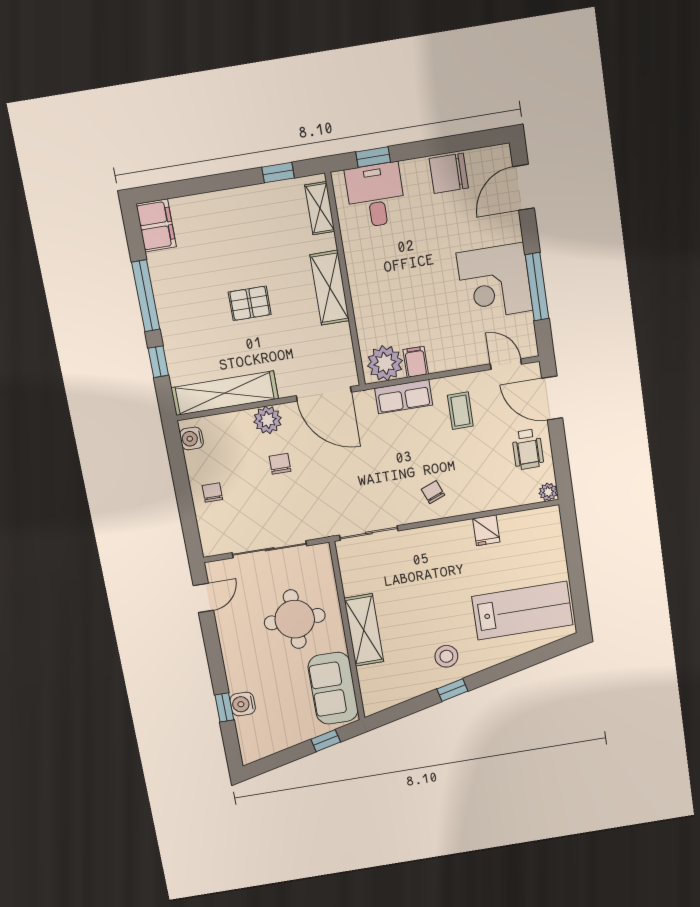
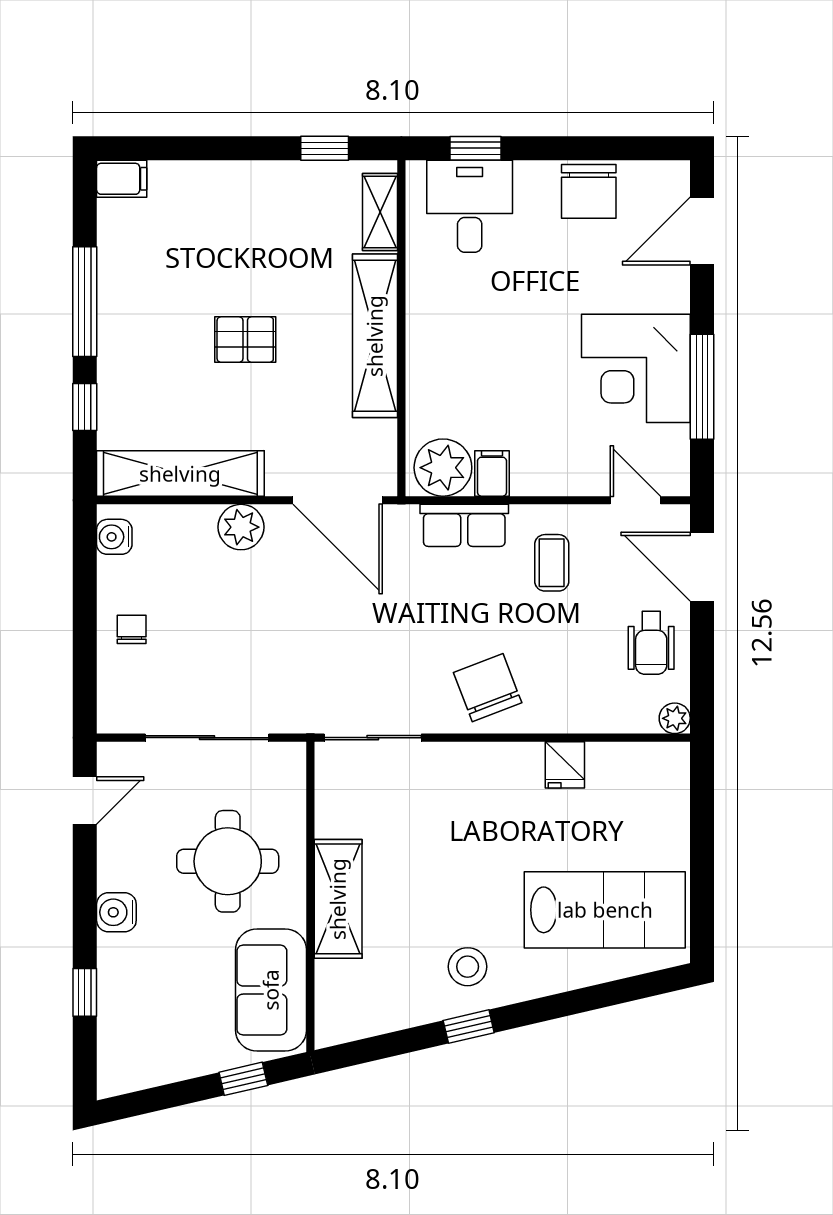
chair: (449, 173) -> (589, 191), turned -90
filing cabinet: (156, 225) -> (122, 179), width x0.50
shelving: (330, 288) -> (375, 336), width x1.47
chair: (280, 464) -> (248, 601), removed
chair: (433, 492) -> (488, 688), width x1.87, depth x1.87
water cooler: (243, 704) -> (116, 912), moved

